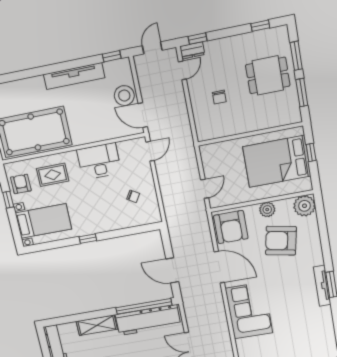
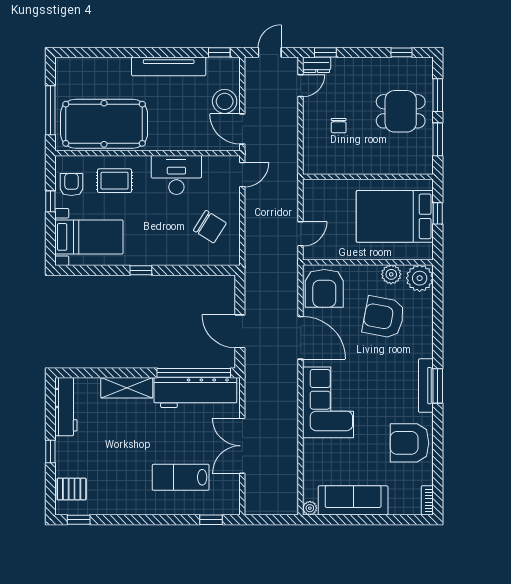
chair: (133, 196) -> (210, 227), width x1.87, depth x1.87
plant: (267, 210) -> (391, 274), moved
armchair: (316, 329) -> (409, 443), added

